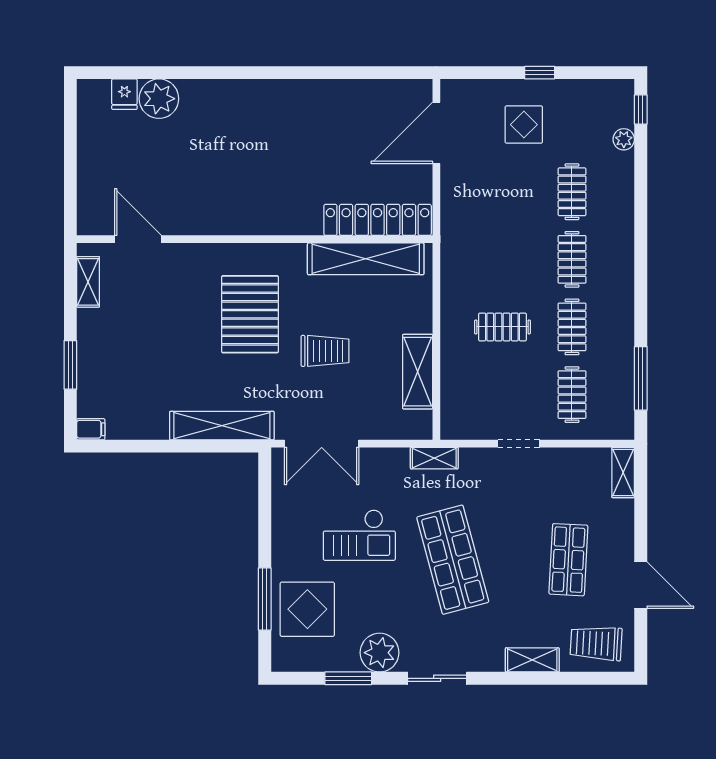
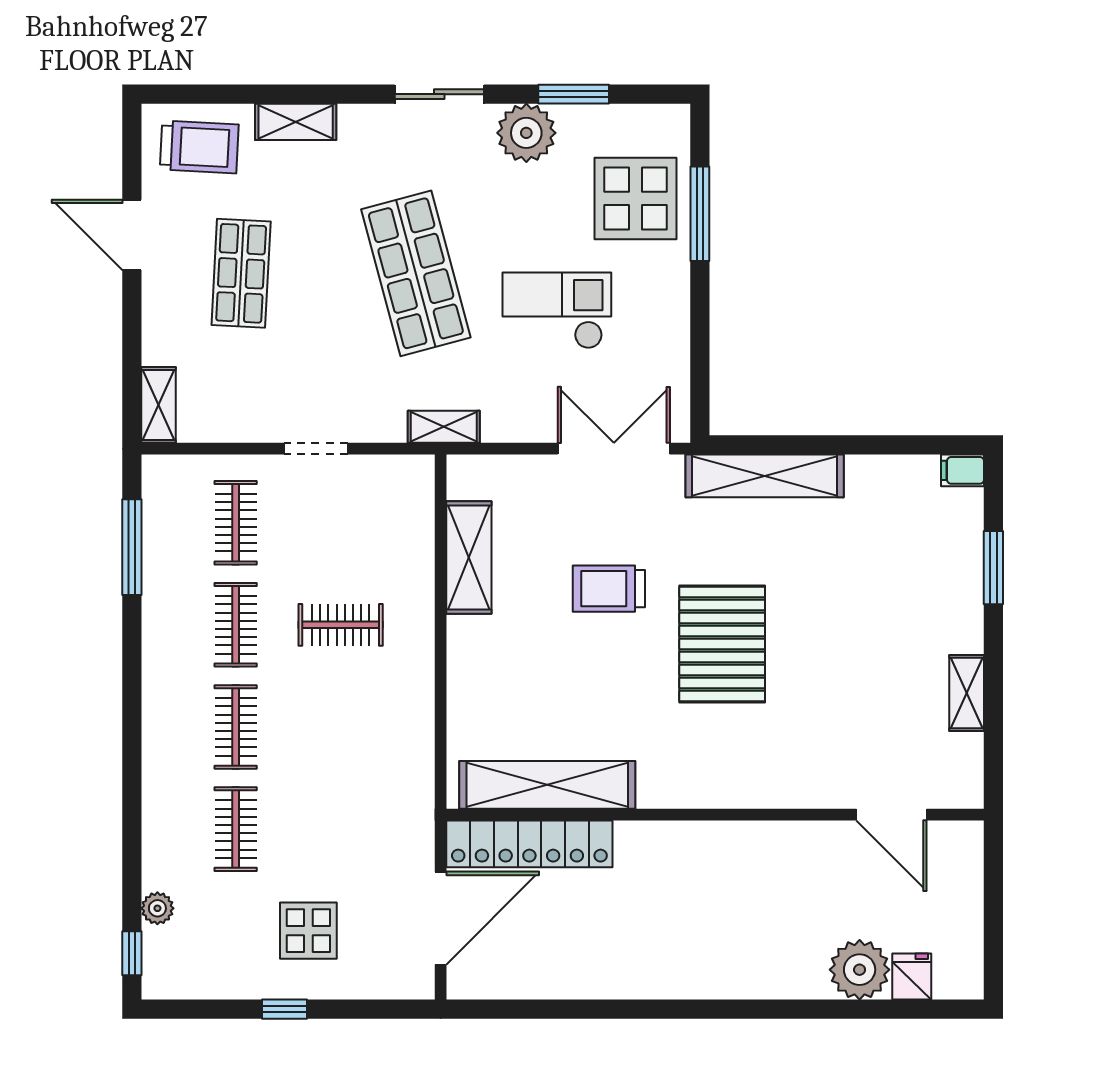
locker: (378, 220) -> (529, 844), moved
door: (138, 239) -> (891, 815), moved
wall: (255, 239) -> (715, 815), moved
shelving: (366, 259) -> (547, 785), moved

